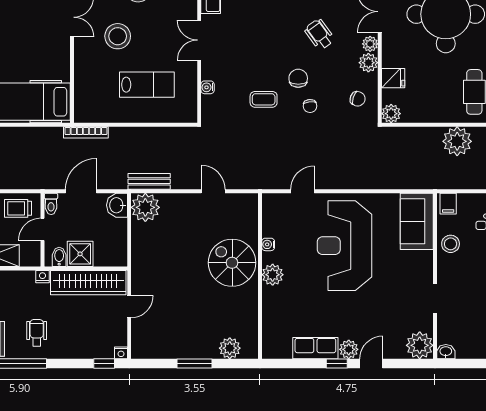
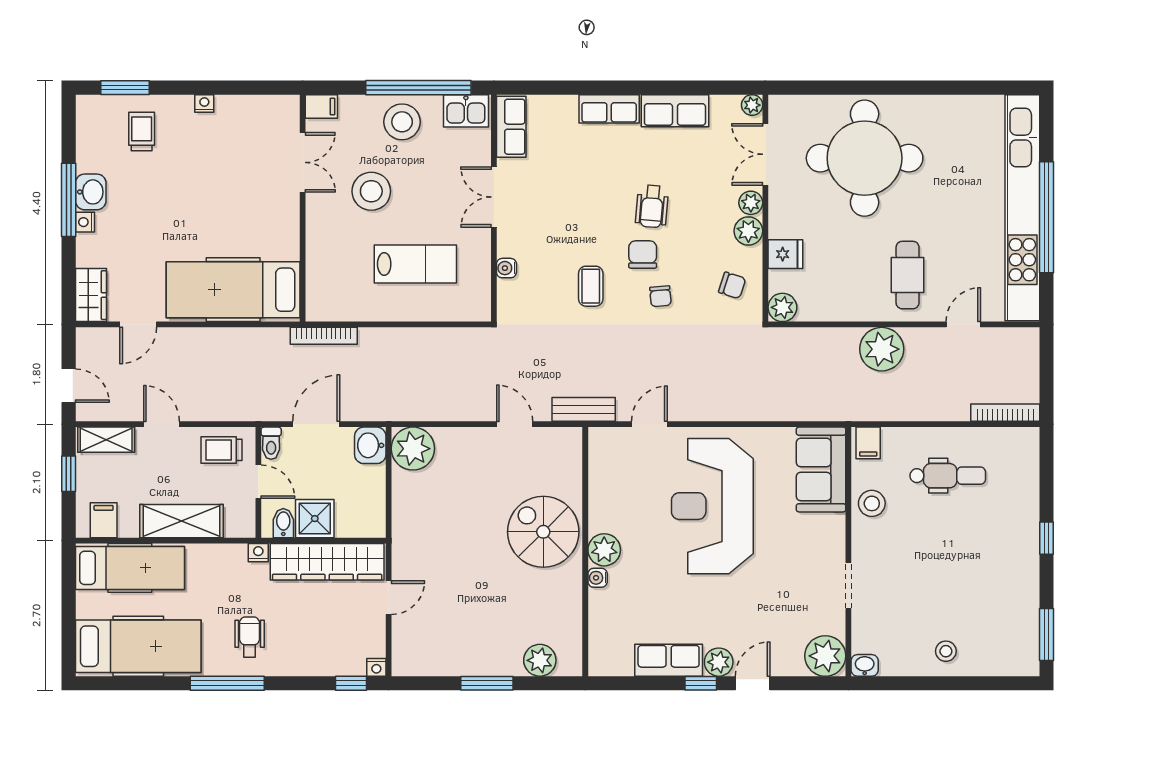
wheelchair: (319, 34) -> (652, 206), moved, turned -139
coffee table: (264, 99) -> (591, 286), turned 90
bench: (149, 181) -> (584, 409), moved
door: (43, 229) -> (258, 482), swing flipped
water cooler: (268, 244) -> (598, 578), moved

